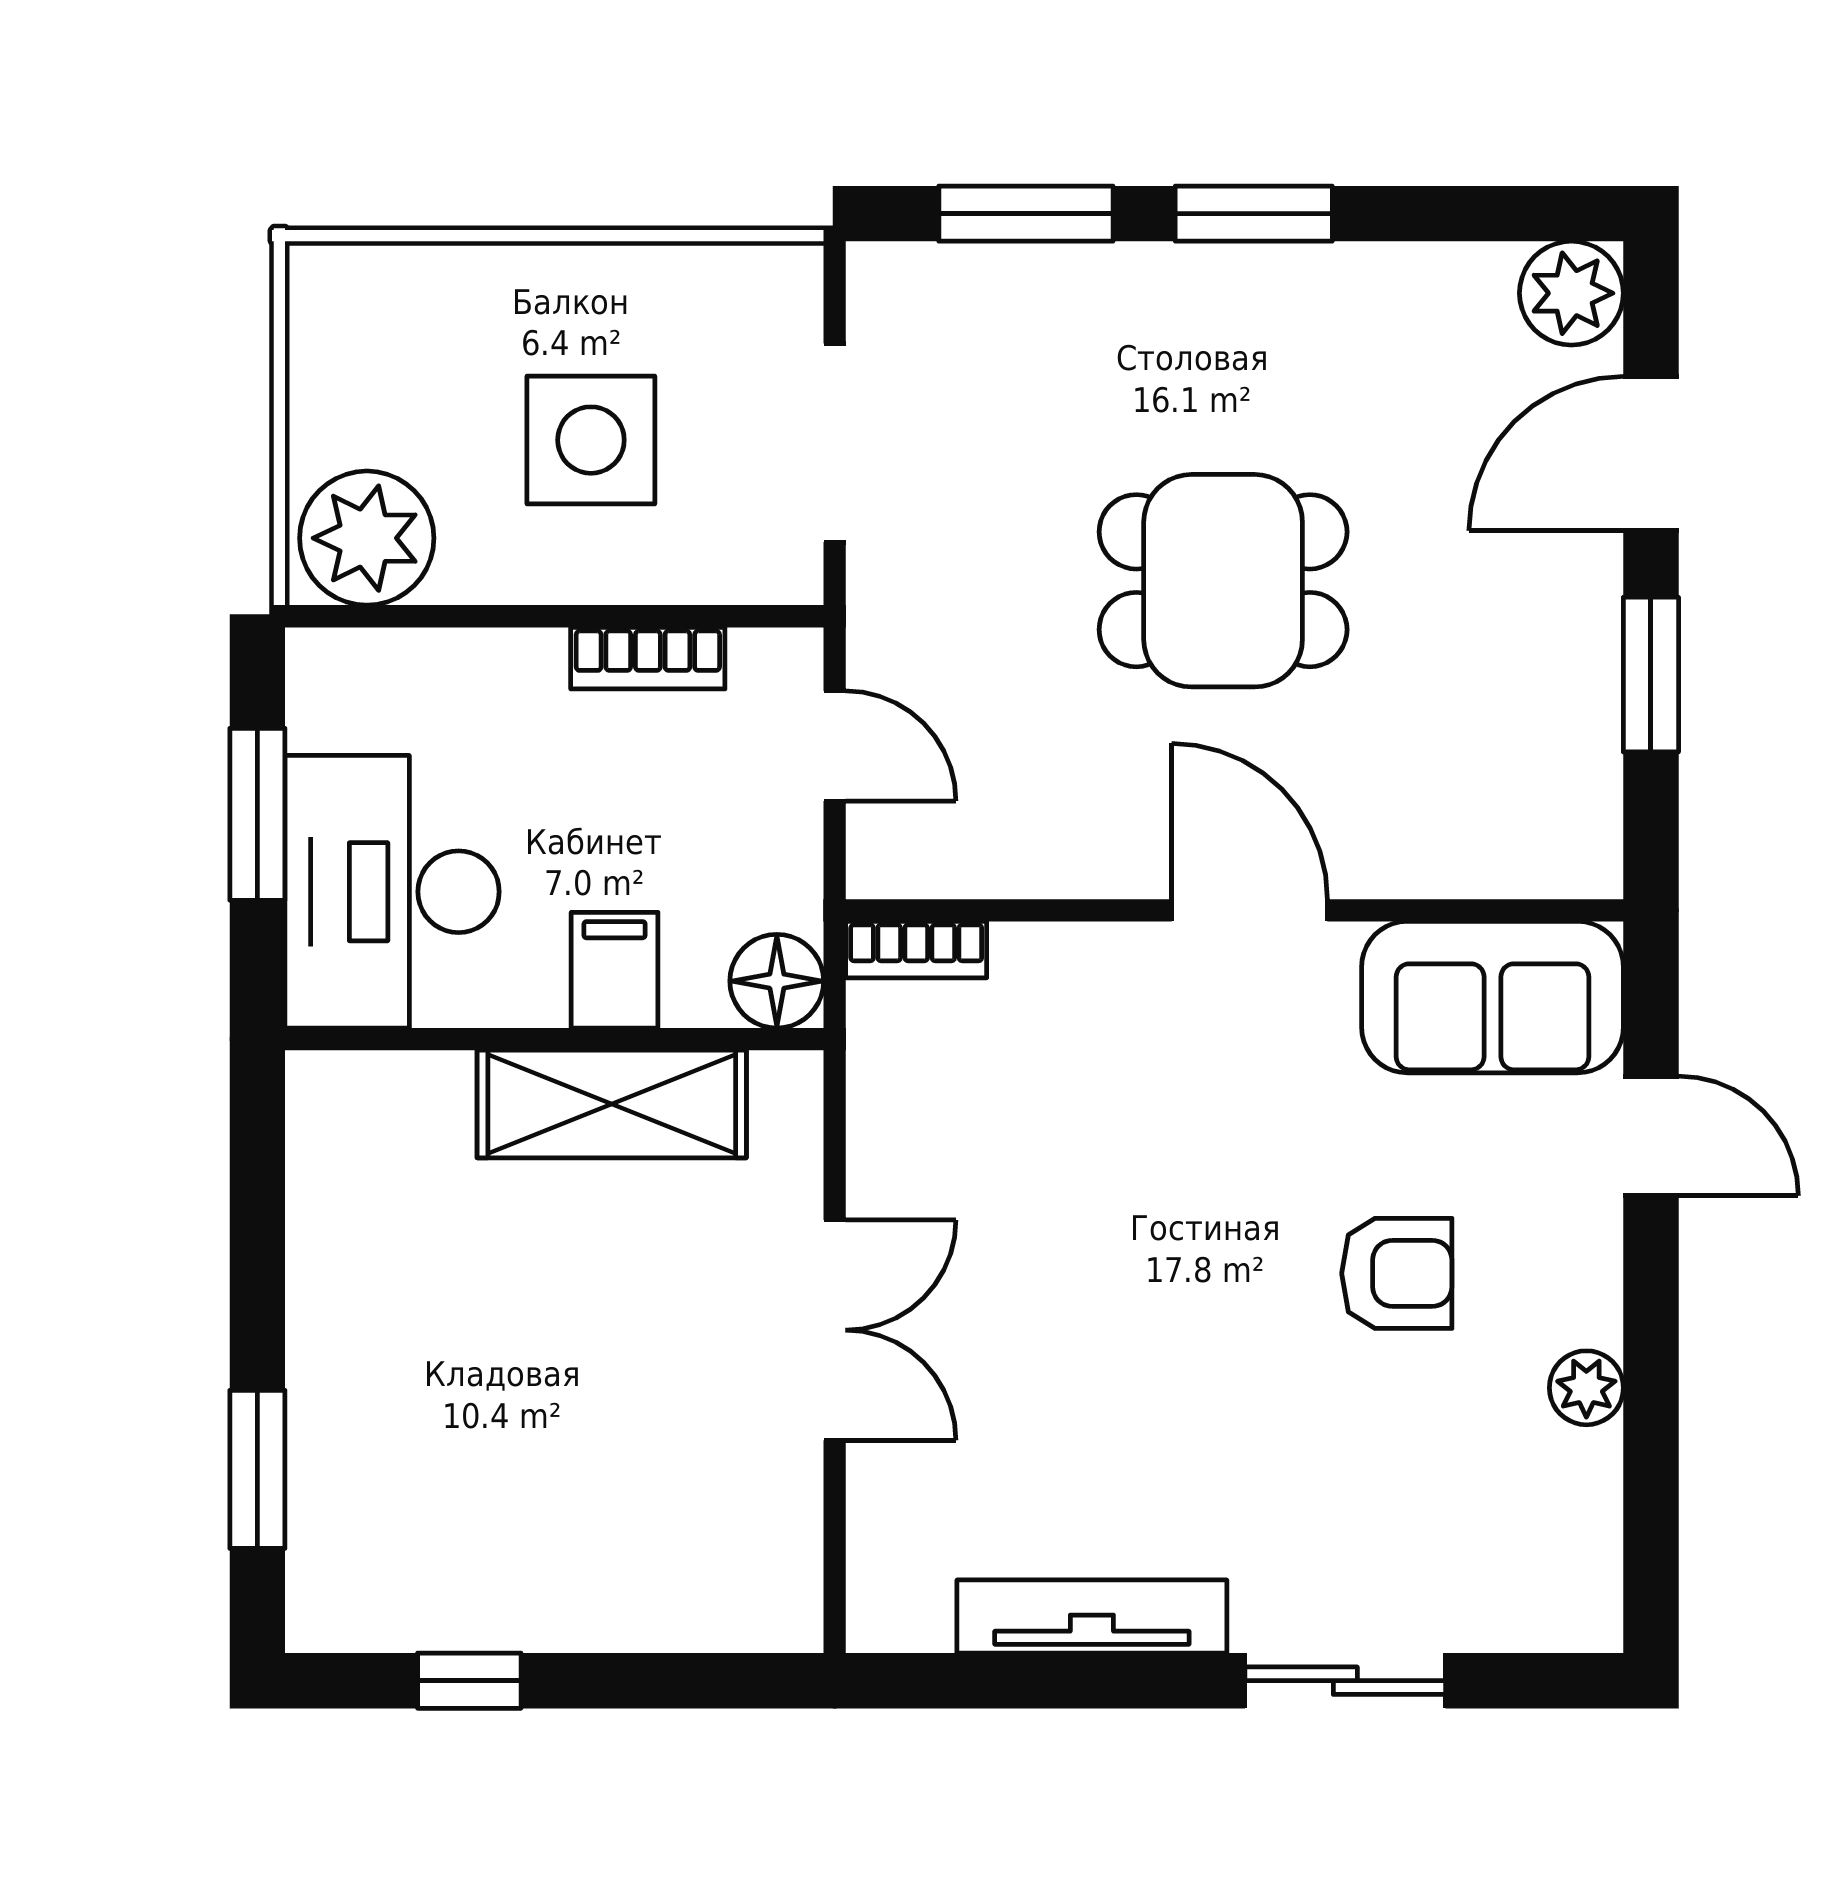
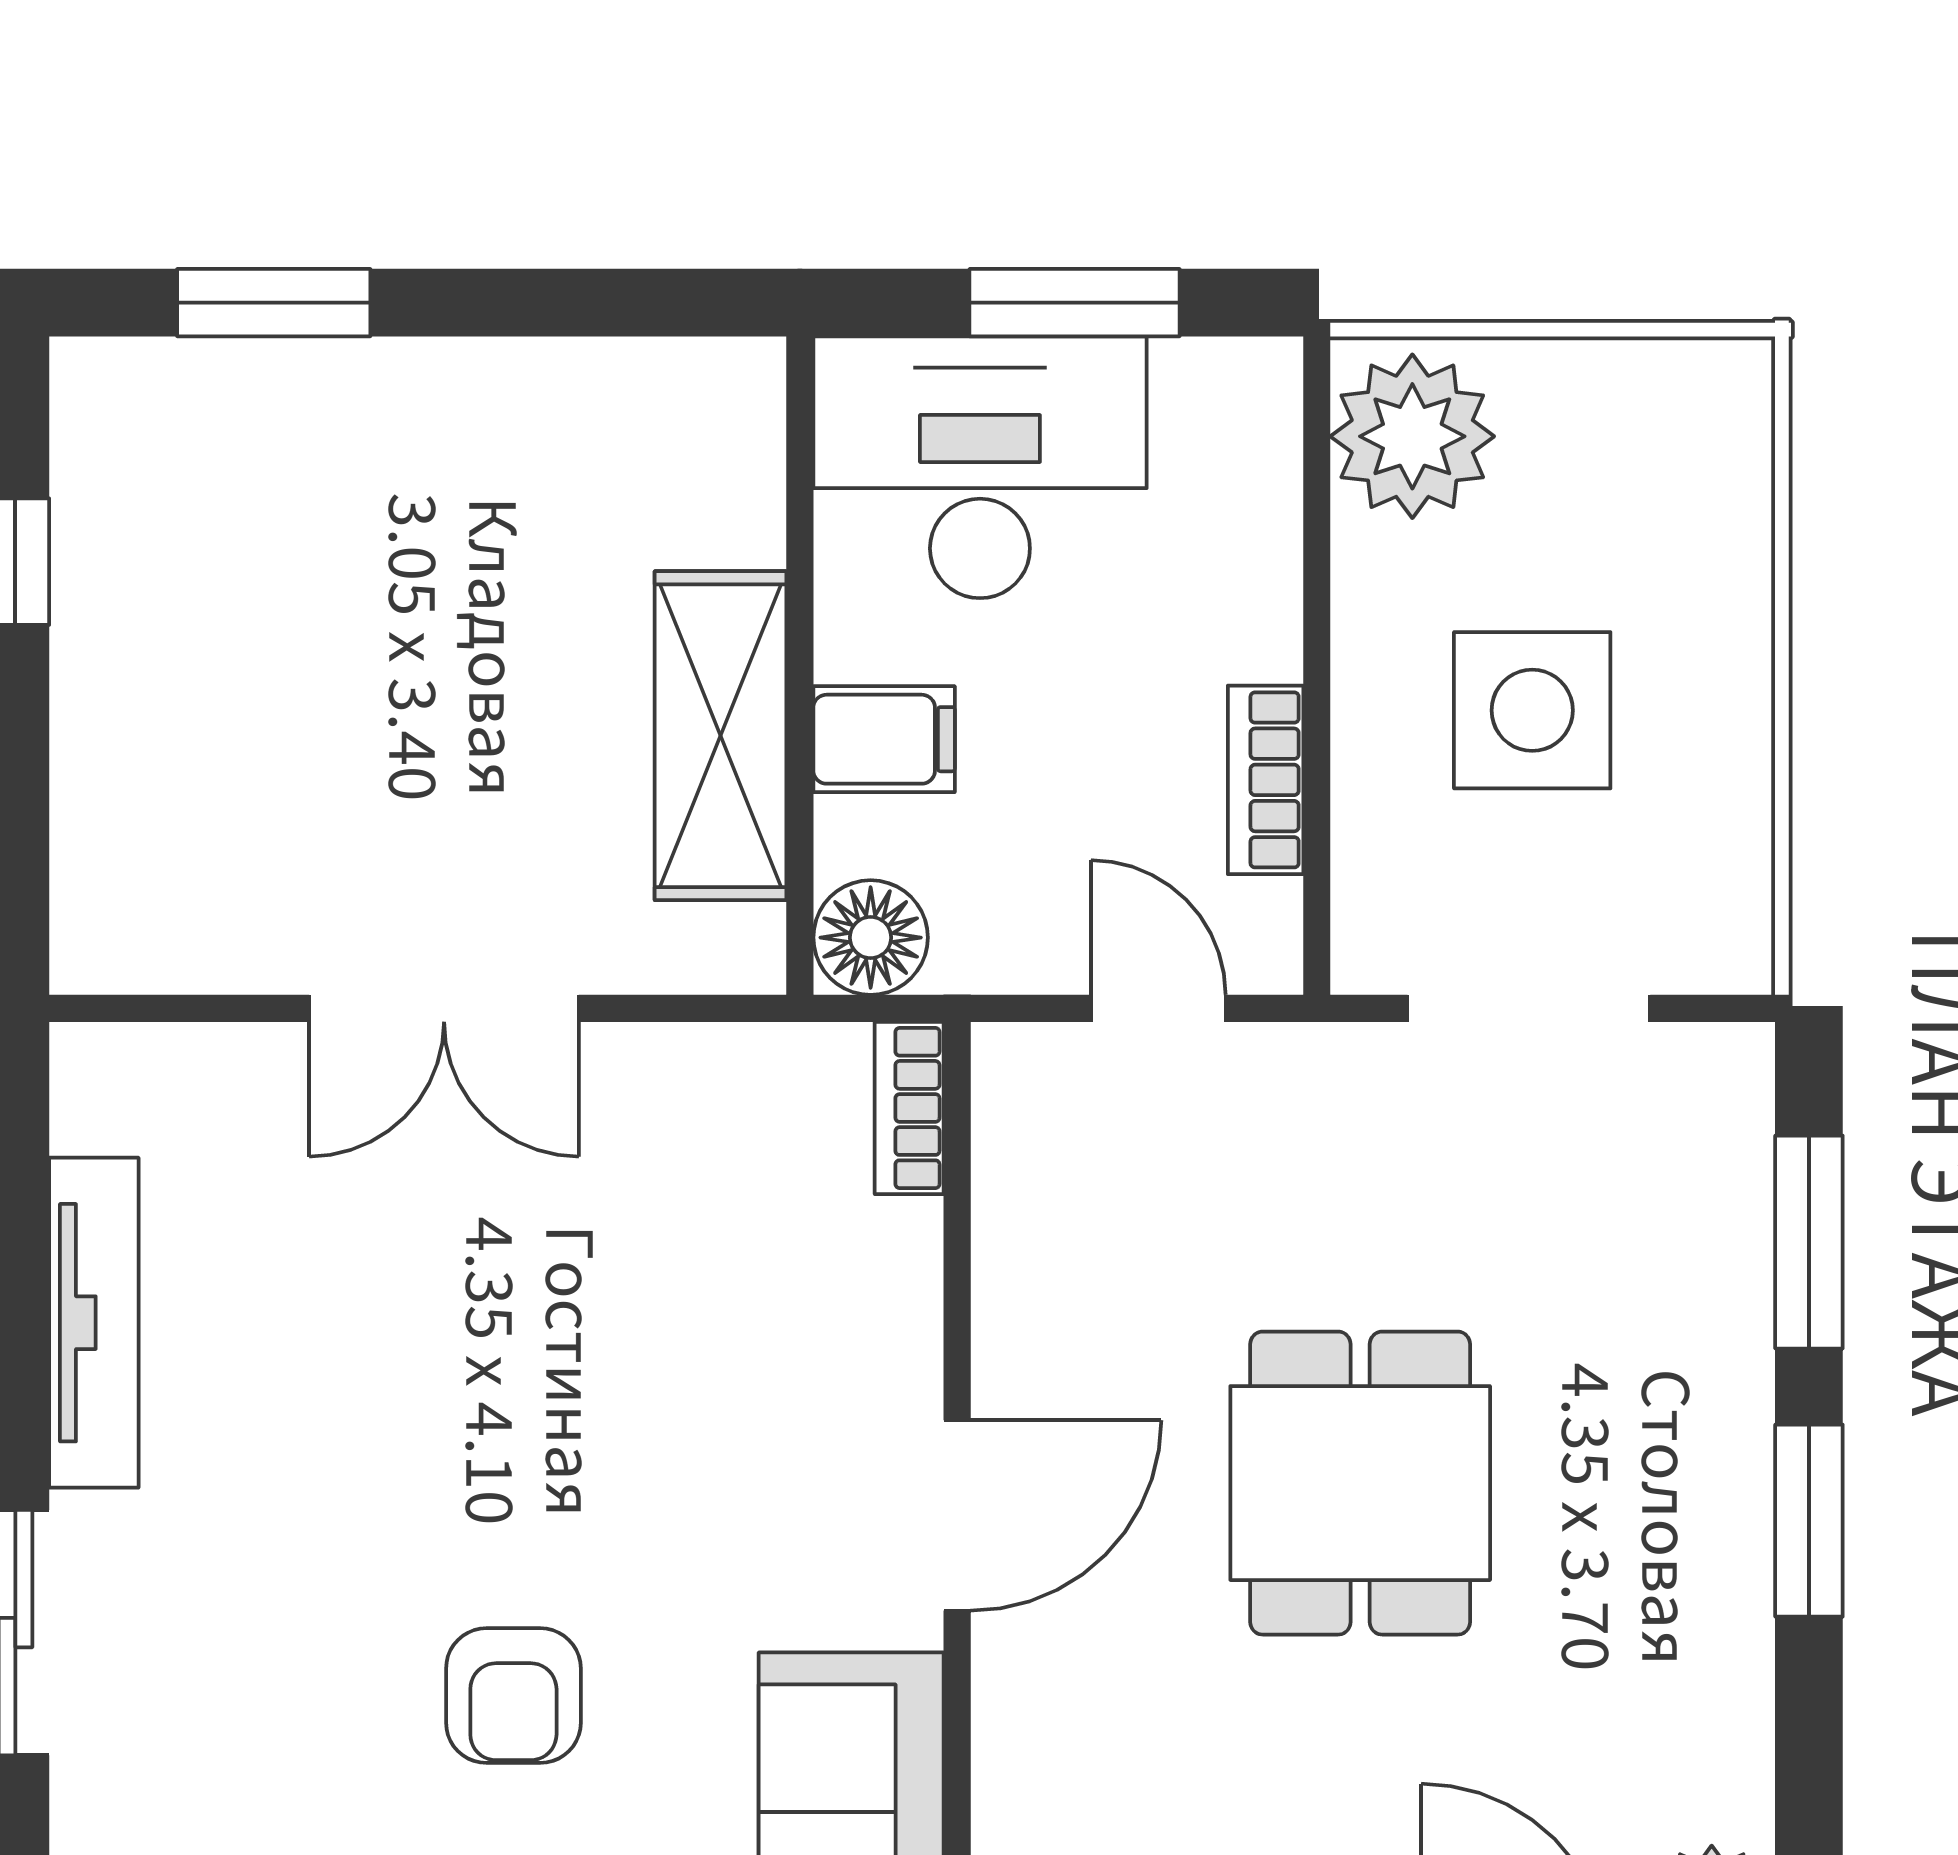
door: (835, 746) -> (1158, 1008), swing flipped

